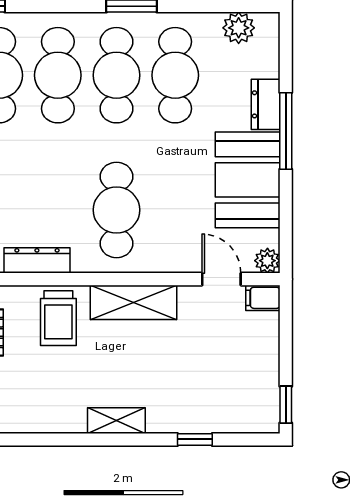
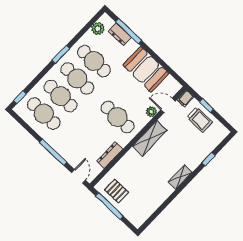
dresser: (266, 104) -> (120, 34), moved
window: (286, 131) -> (129, 31), moved
plant: (267, 261) -> (151, 112), moved
trolley: (58, 318) -> (200, 120), moved
window: (286, 405) -> (206, 105), moved

